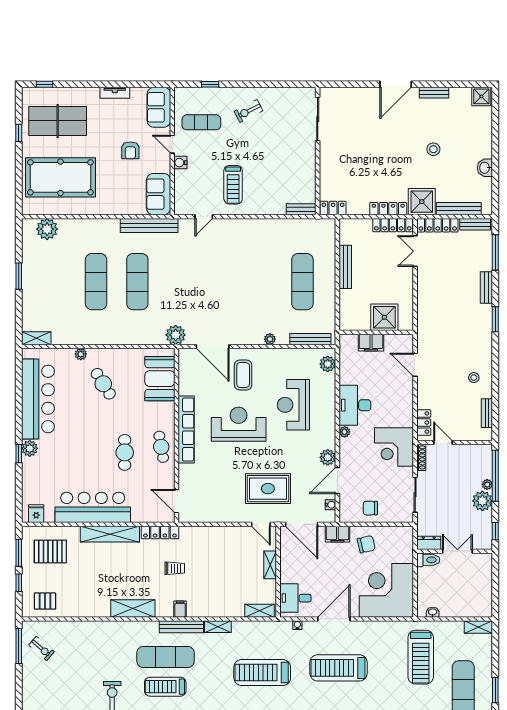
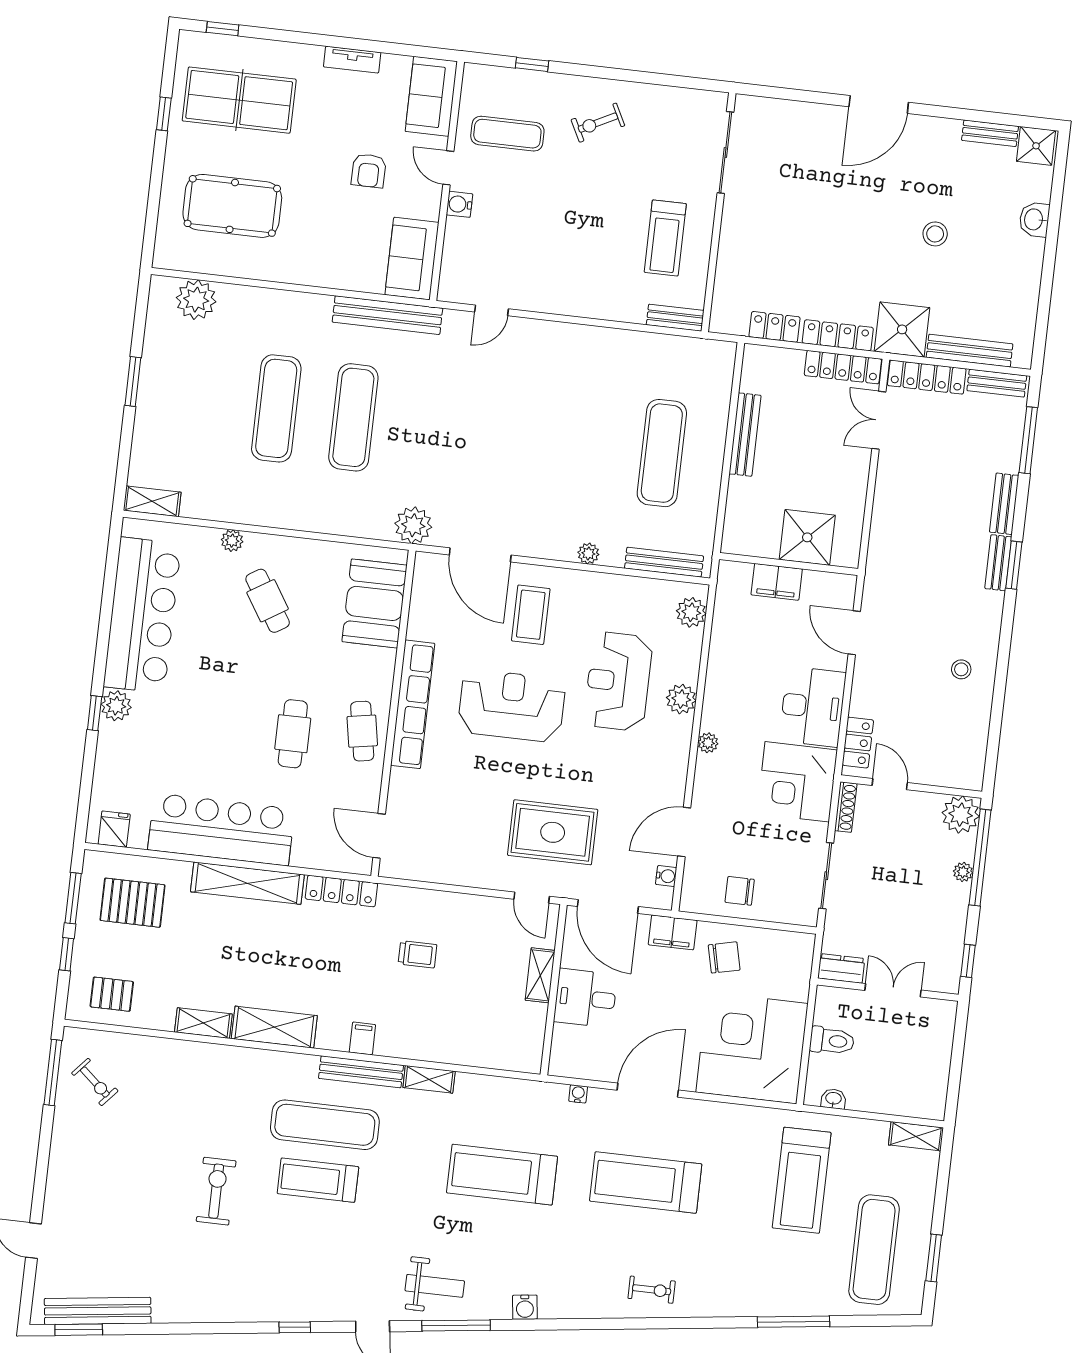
bench: (434, 93) -> (990, 133), moved
washbasin: (485, 168) -> (1034, 219), moved
pool table: (60, 177) -> (232, 206), width x0.73, depth x0.76
treadmill: (233, 185) -> (665, 238), moved
locker: (333, 208) -> (775, 327), moved
desk: (355, 405) -> (813, 707), moved, turned 180
bench: (487, 413) -> (998, 563), moved
plant: (328, 457) -> (681, 699), moved
plant: (482, 501) -> (961, 815), moved
toilet: (428, 560) -> (832, 1041), moved
trolley: (175, 568) -> (418, 954), moved
desk: (295, 598) -> (585, 998), moved
shelving: (259, 611) -> (203, 1023), moved

